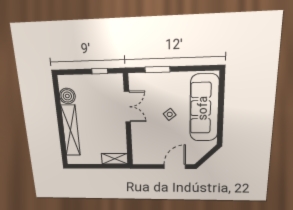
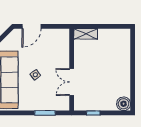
boiler: (67, 96) -> (124, 104), moved
shelving: (71, 131) -> (124, 61), removed

